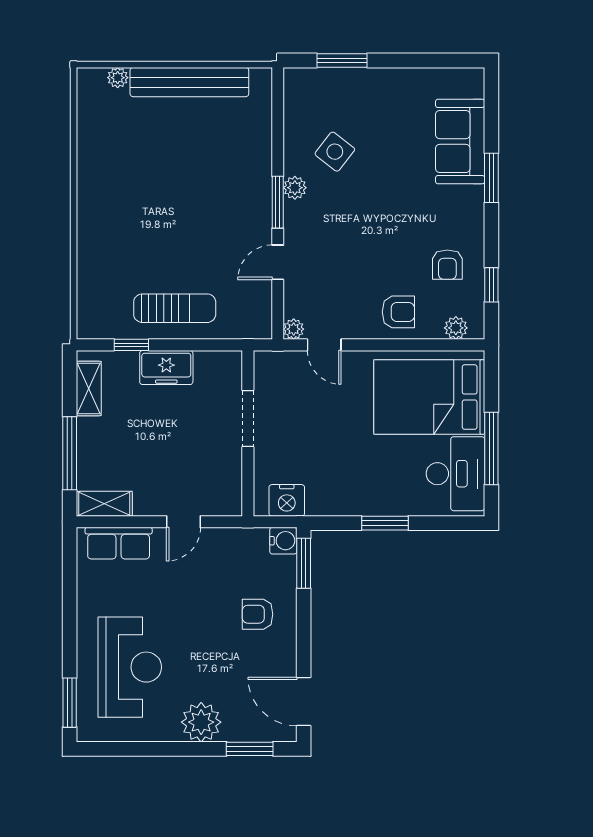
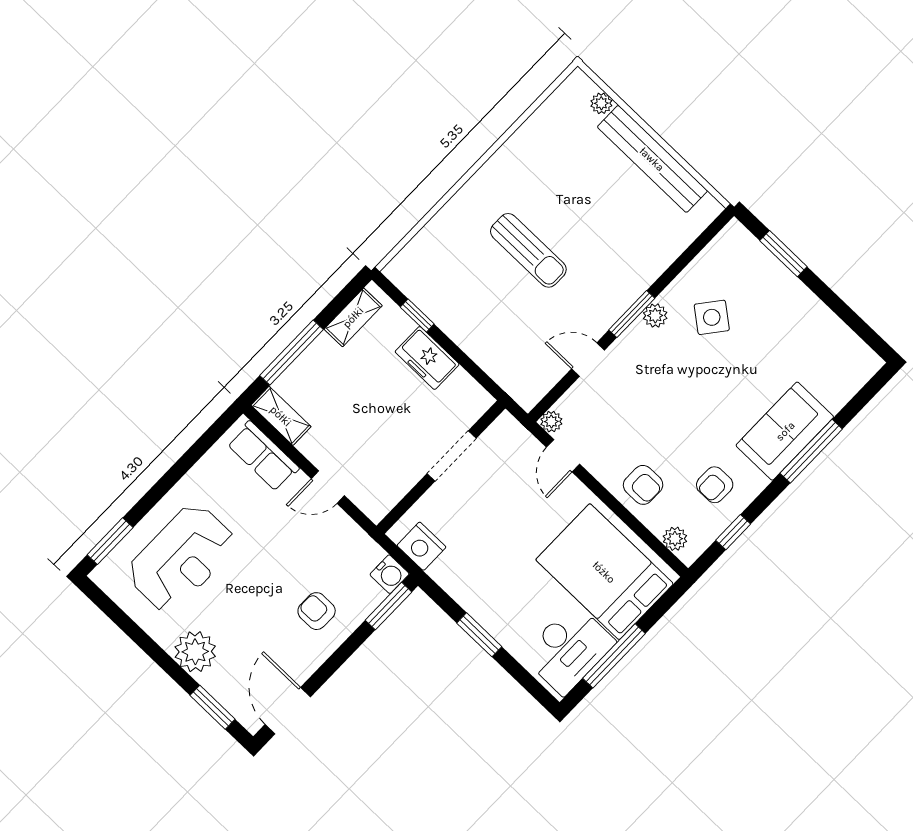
sofa: (460, 142) -> (785, 431), moved
window: (491, 178) -> (811, 451), width x1.44
sun lounger: (175, 308) -> (528, 250), moved

